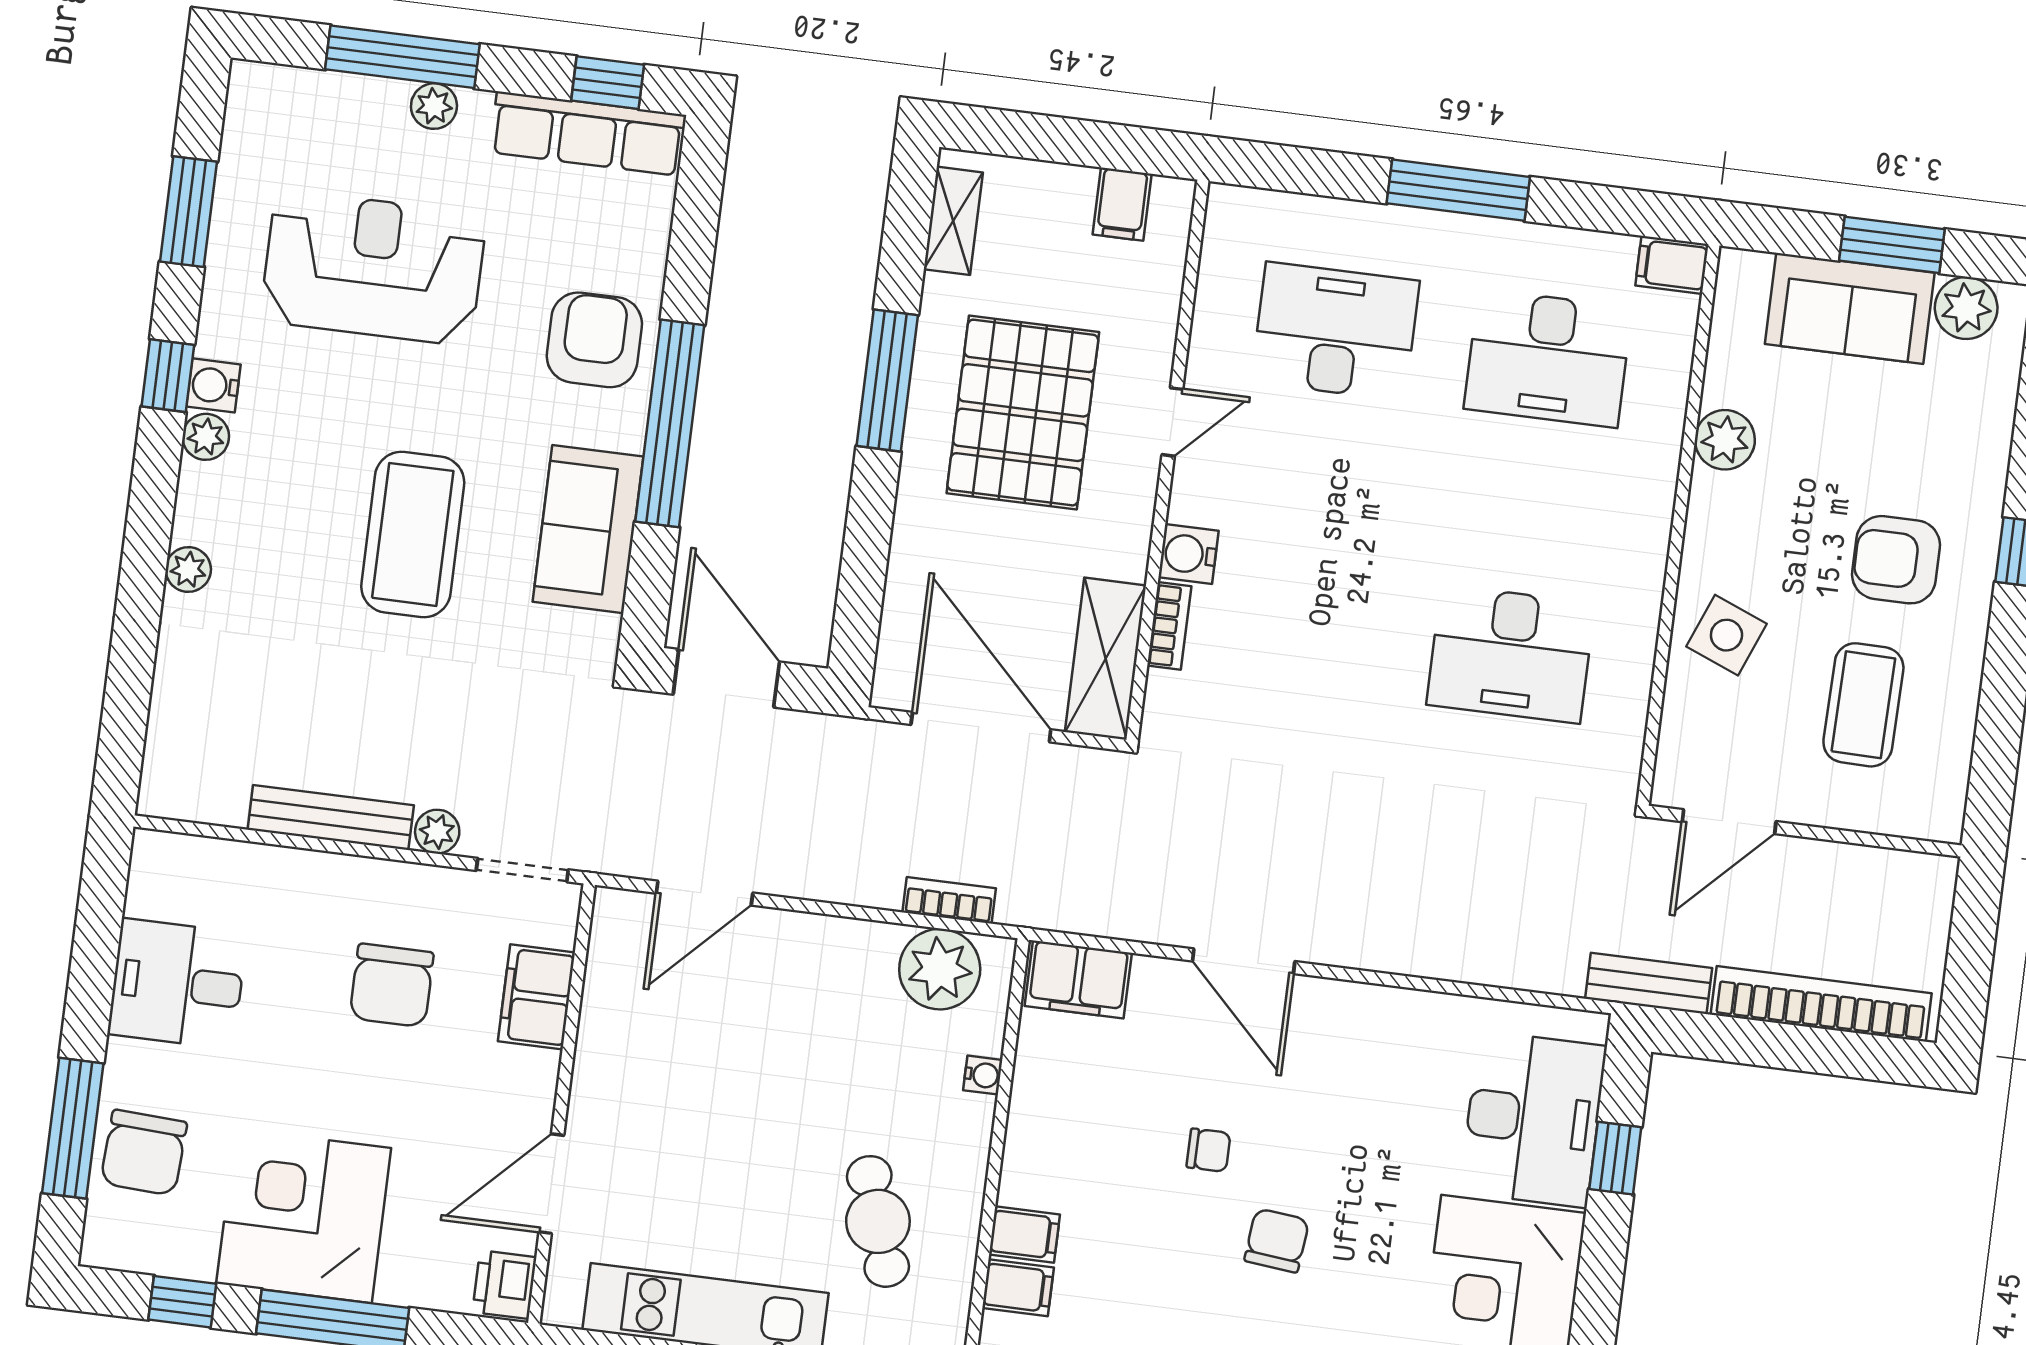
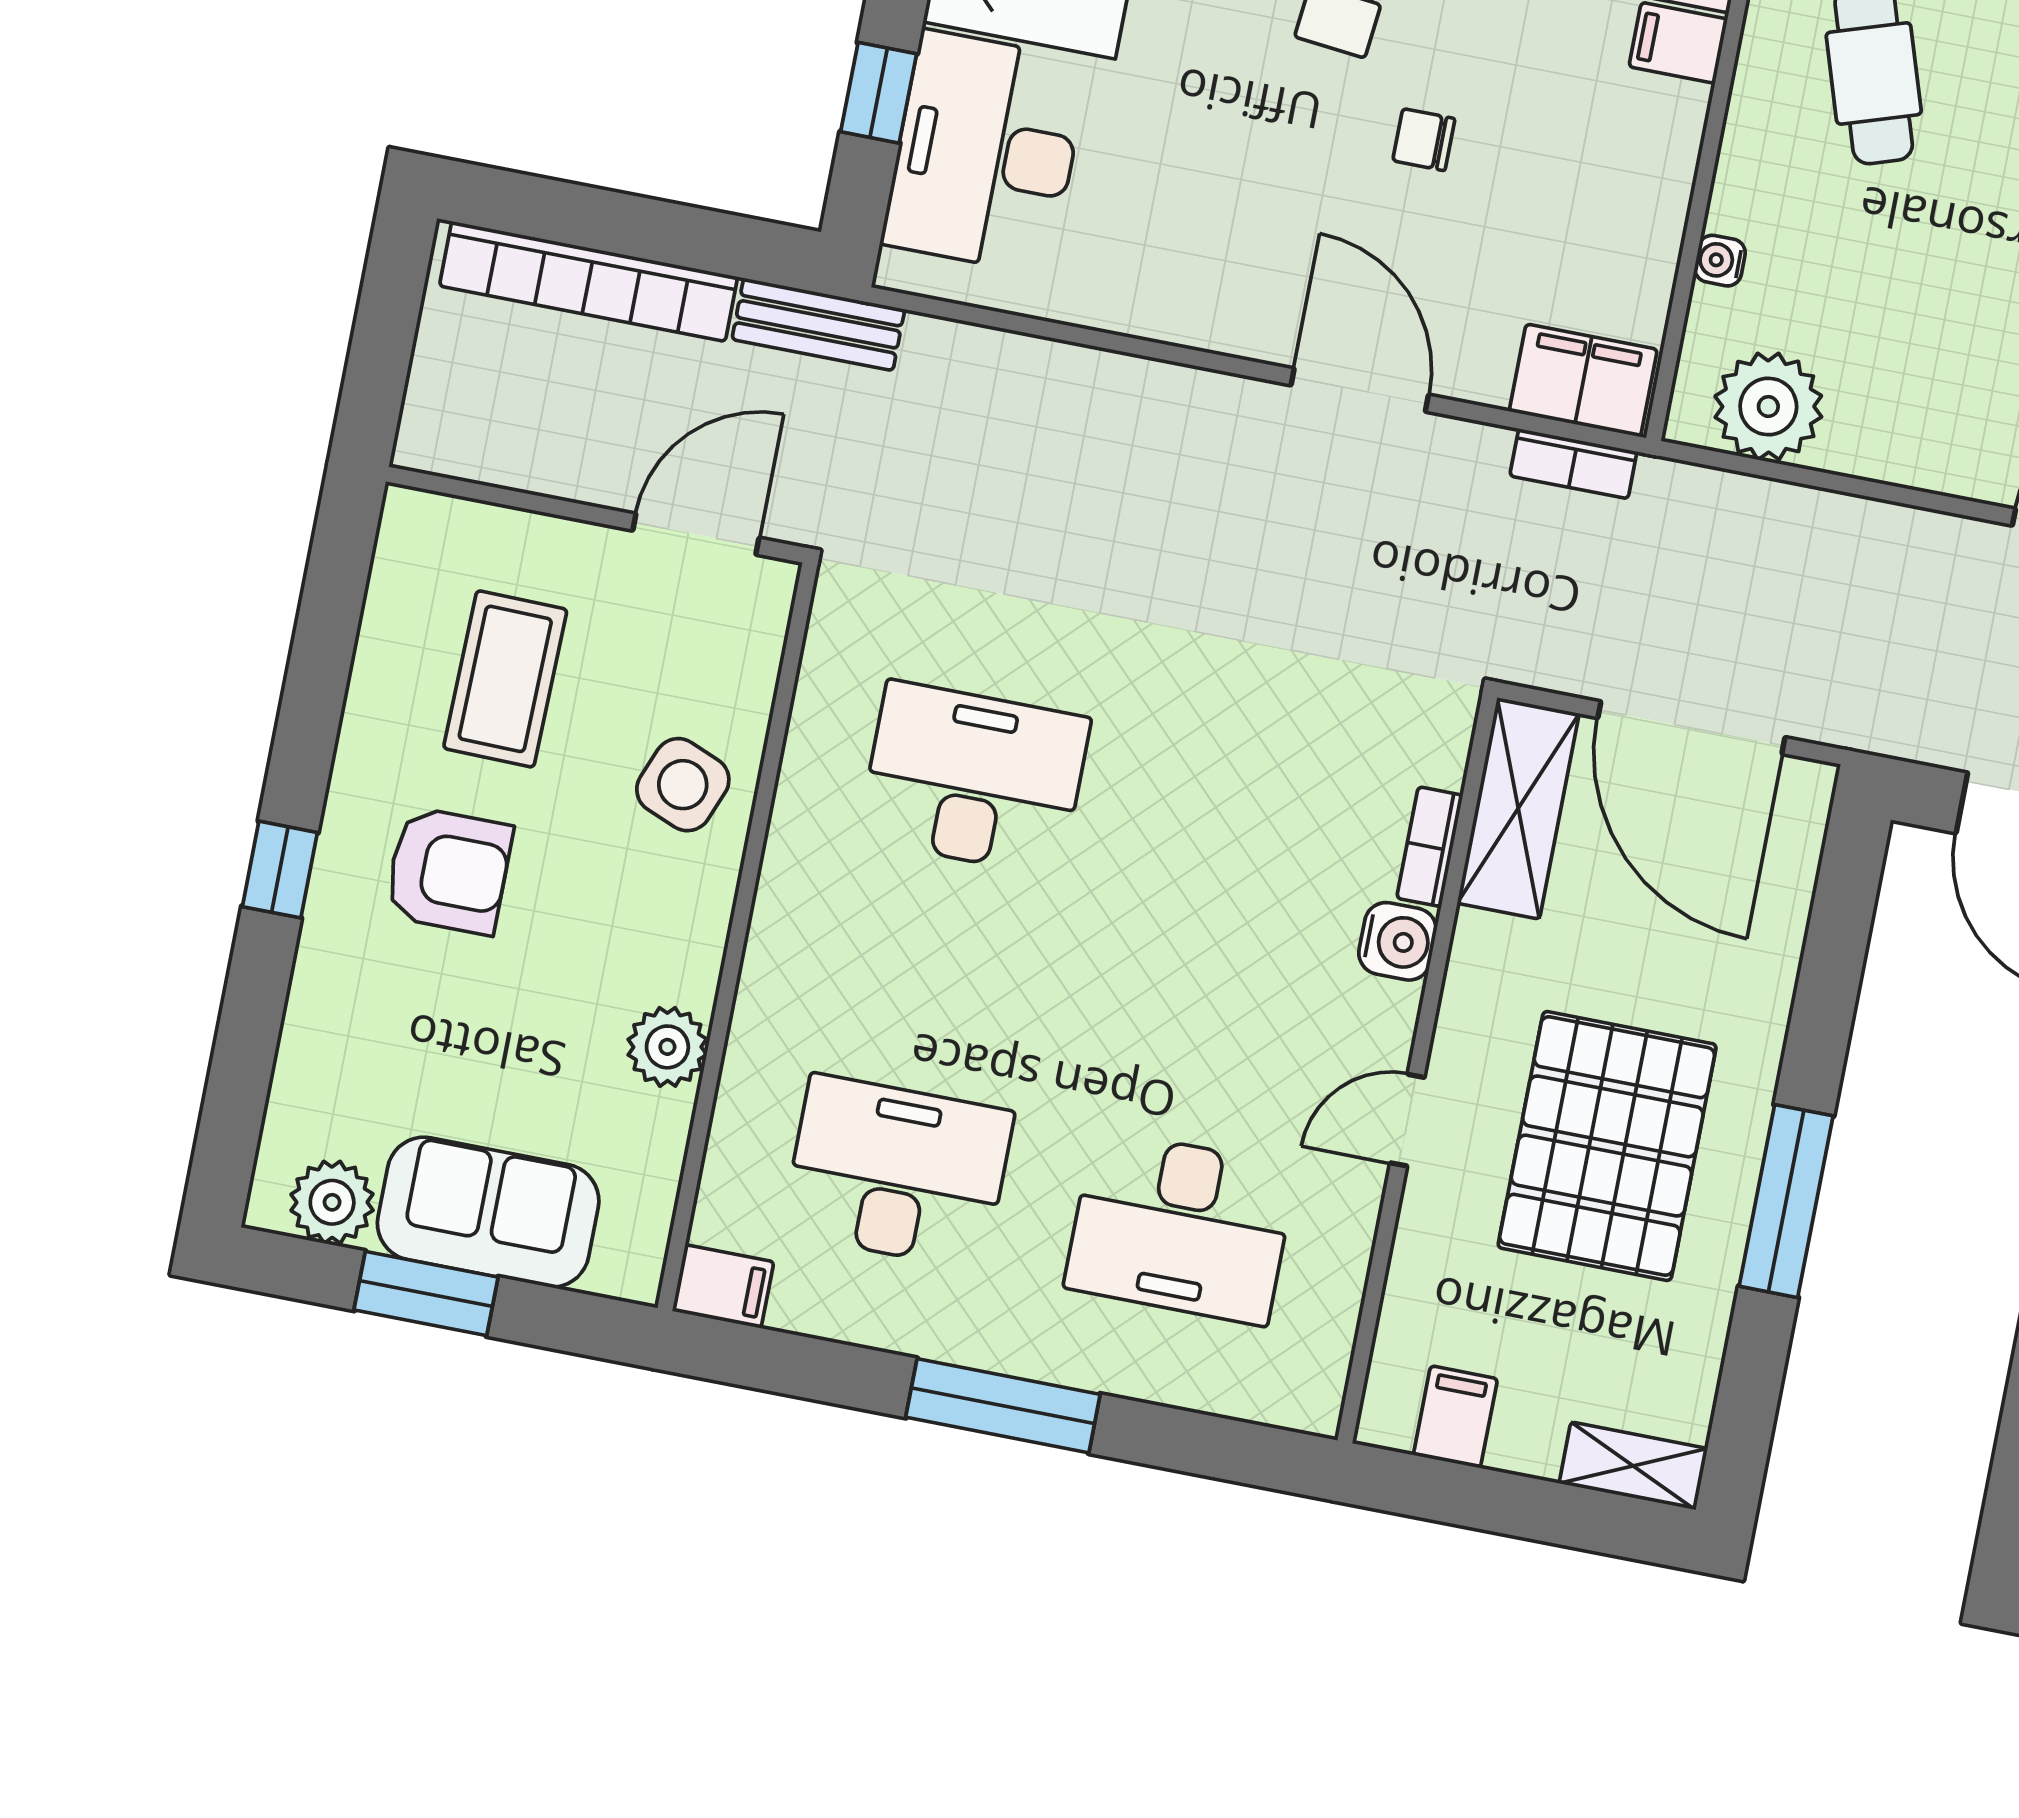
shelving: (953, 221) -> (1633, 1466), moved, turned 90
bookcase: (949, 900) -> (1573, 464), moved

